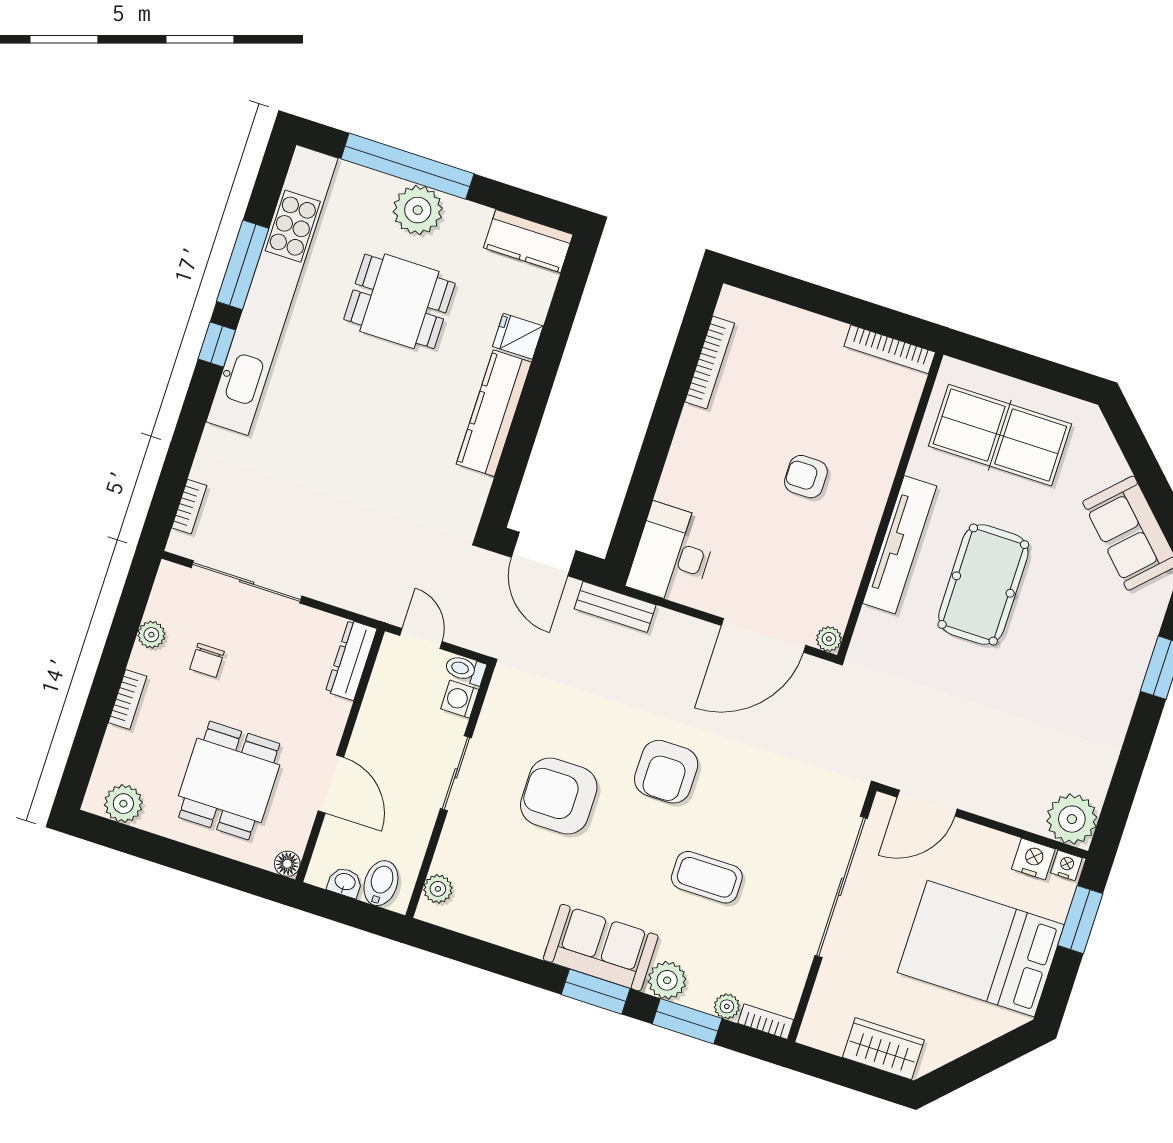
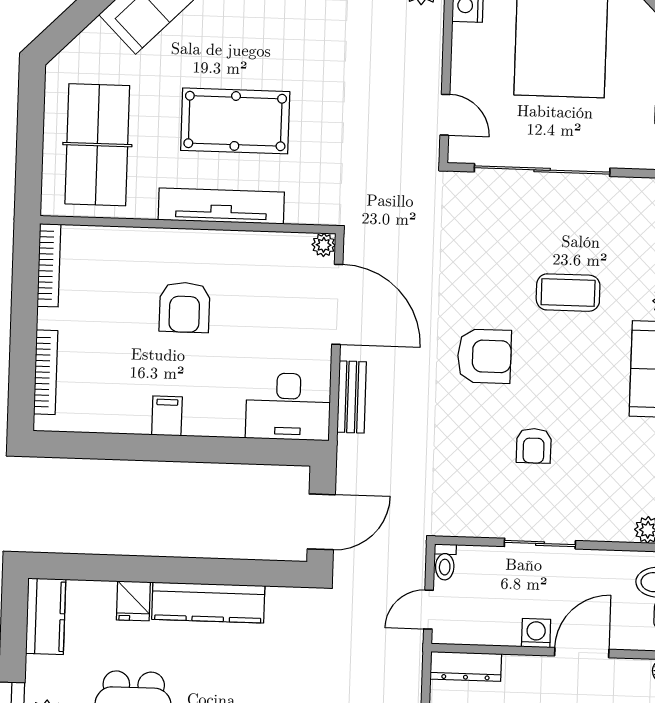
bookcase: (710, 362) -> (46, 372), moved, turned 90
filing cabinet: (699, 426) -> (167, 416), added
armchair: (806, 477) -> (185, 307), width x1.38, depth x1.38
bench: (615, 607) -> (352, 397), moved
washing machine: (460, 699) -> (536, 633), moved, turned 180
armchair: (559, 796) -> (534, 446), width x0.53, depth x0.53
door: (927, 803) -> (445, 115), width x0.73
coffee table: (707, 877) -> (568, 293), turned 90

